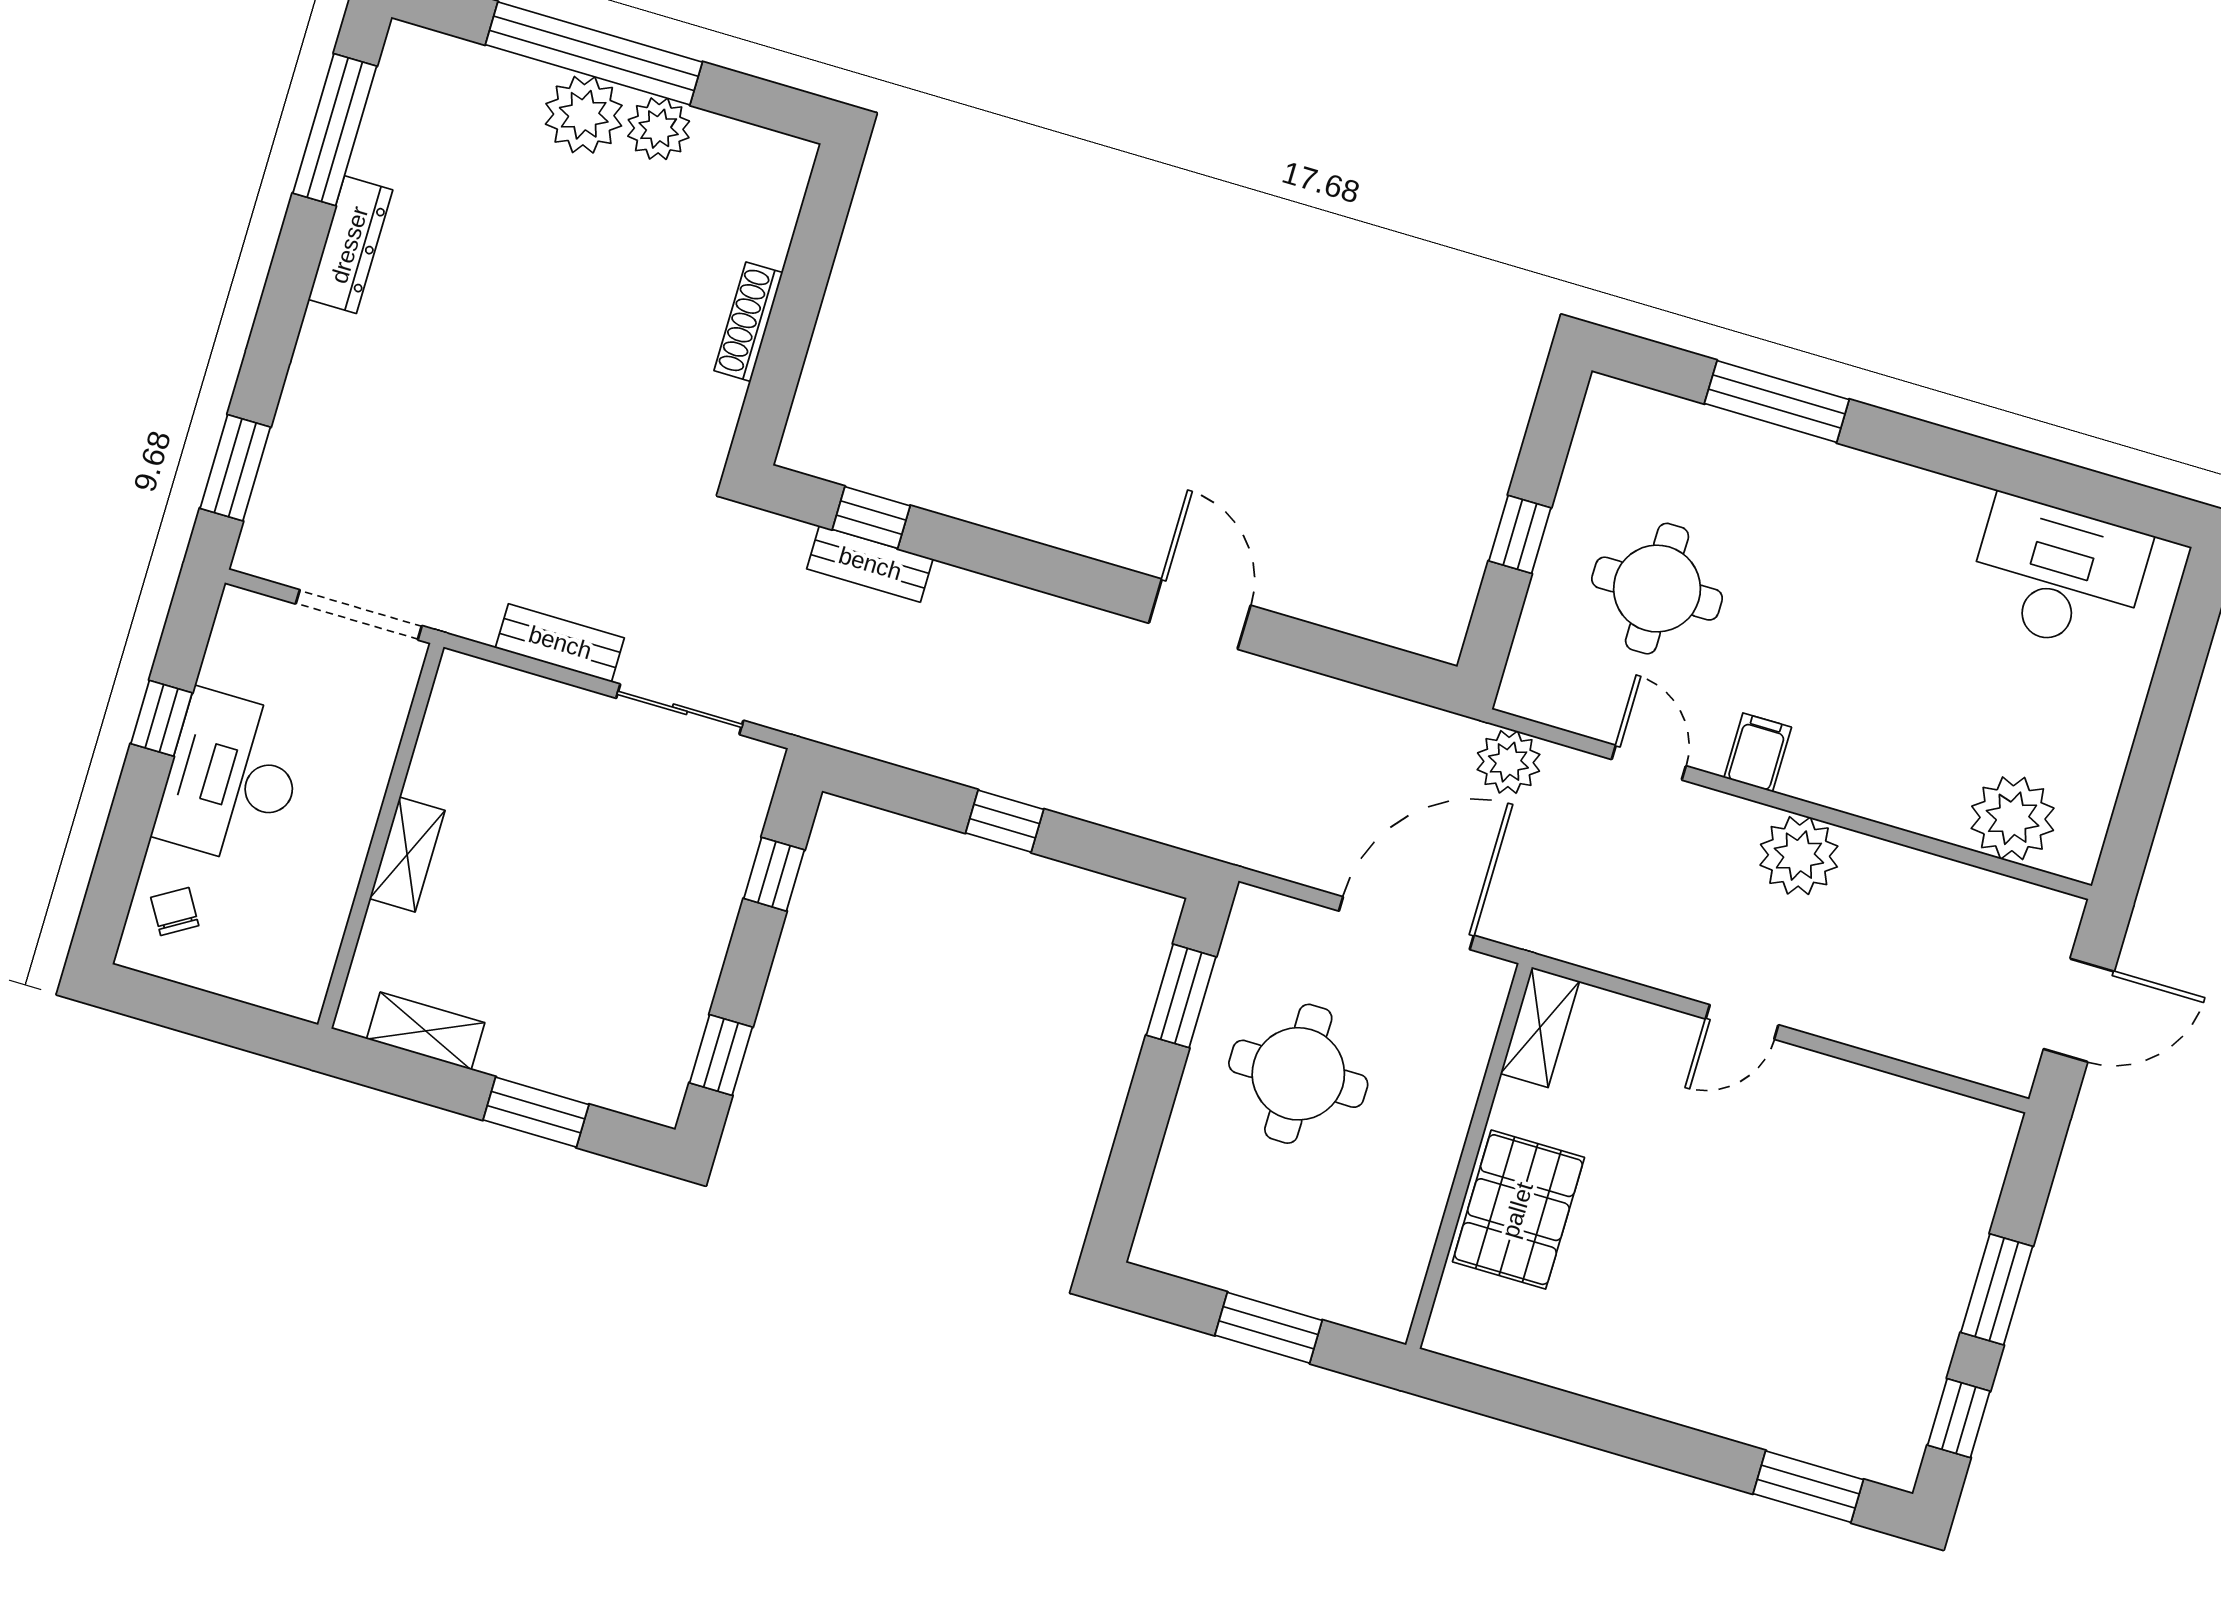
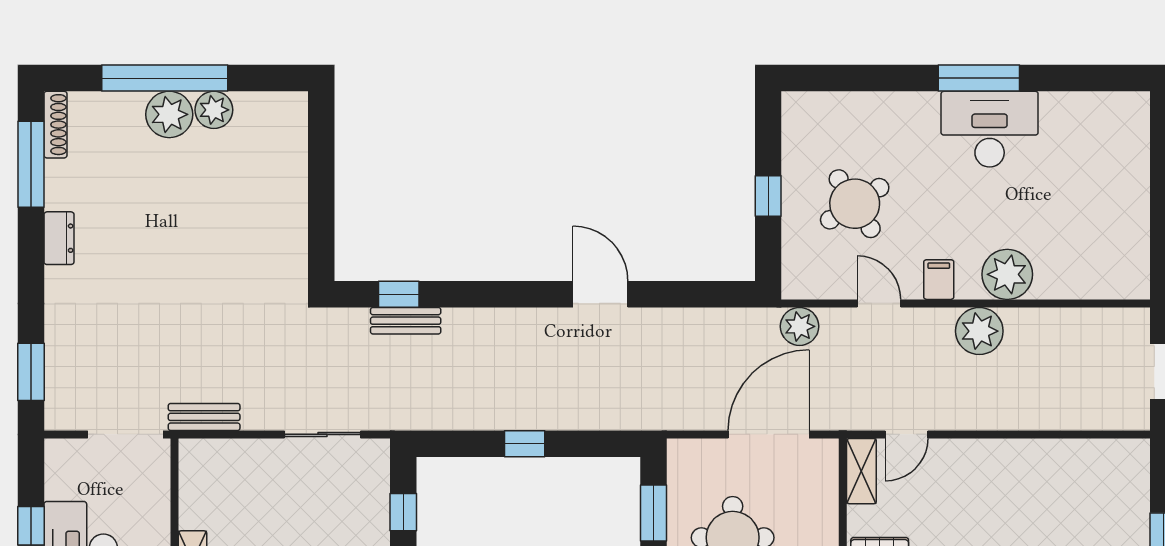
dresser: (350, 245) -> (59, 238), width x0.70
shoe rack: (748, 322) -> (55, 125), moved, turned 180
window: (1777, 402) -> (979, 78), moved
desk: (2058, 575) -> (990, 129), moved
round table: (1657, 589) -> (855, 204), turned -33
bench: (560, 643) -> (204, 417), moved
plant: (2013, 818) -> (1007, 274), moved
door: (1742, 1022) -> (907, 434), moved

